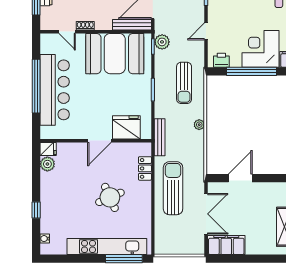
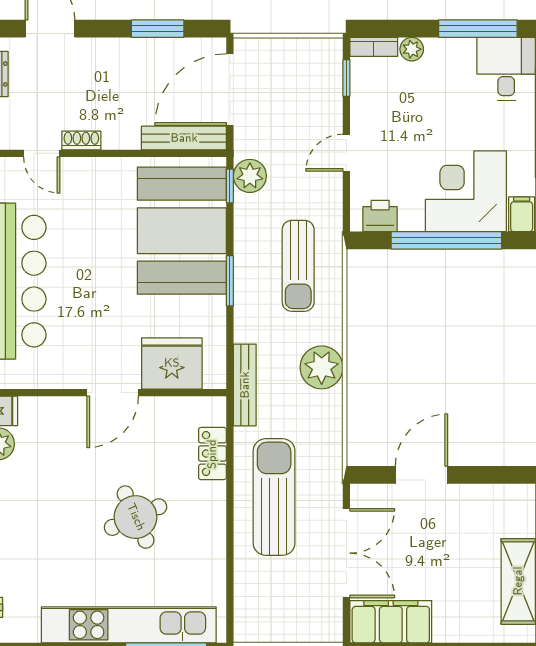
booth: (115, 54) -> (182, 231), moved, turned 90
plant: (199, 125) -> (322, 367), width x1.87, depth x1.87

